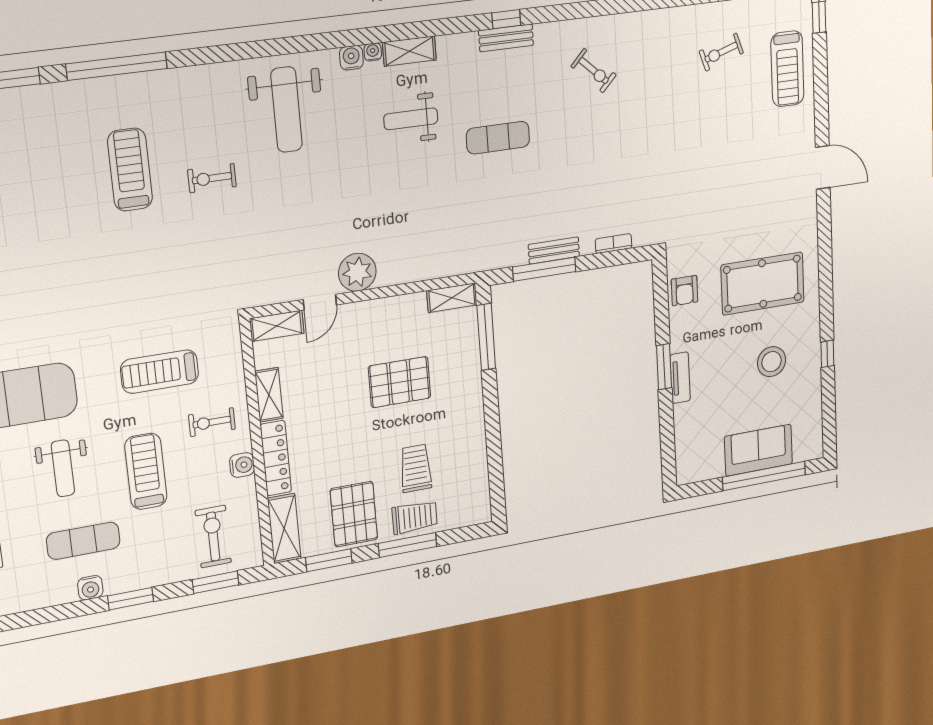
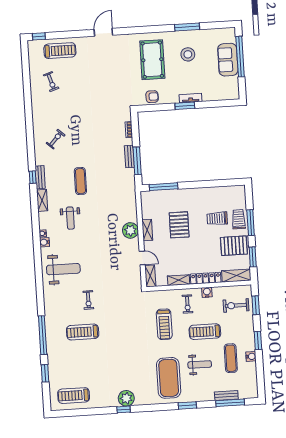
shelving: (409, 51) -> (42, 200), moved
plant: (357, 272) -> (130, 230), moved
shelving: (452, 298) -> (147, 230), moved
window: (827, 354) -> (187, 27), width x2.17

